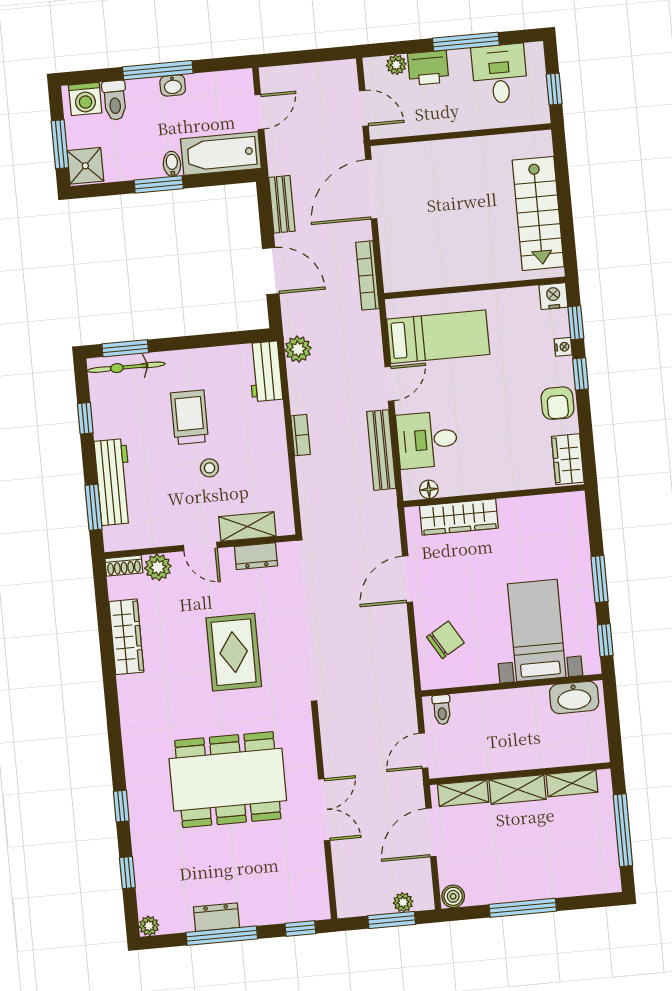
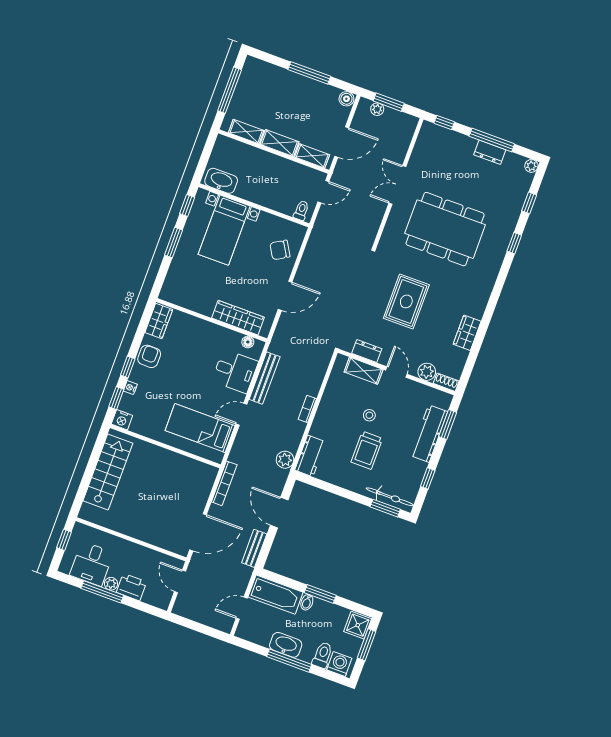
plant: (396, 65) -> (111, 584), moved
washbasin: (173, 85) -> (286, 645), width x1.91, depth x1.45
wardrobe: (126, 637) -> (467, 333), width x0.67

